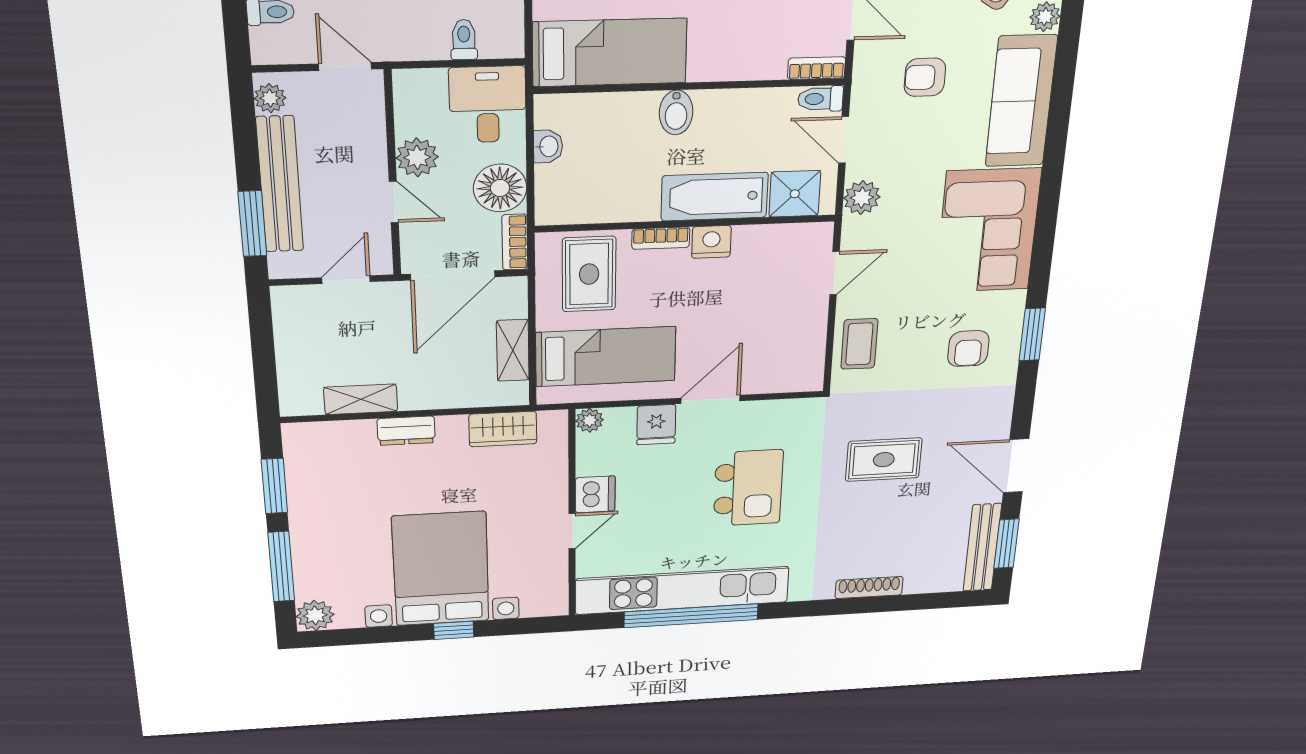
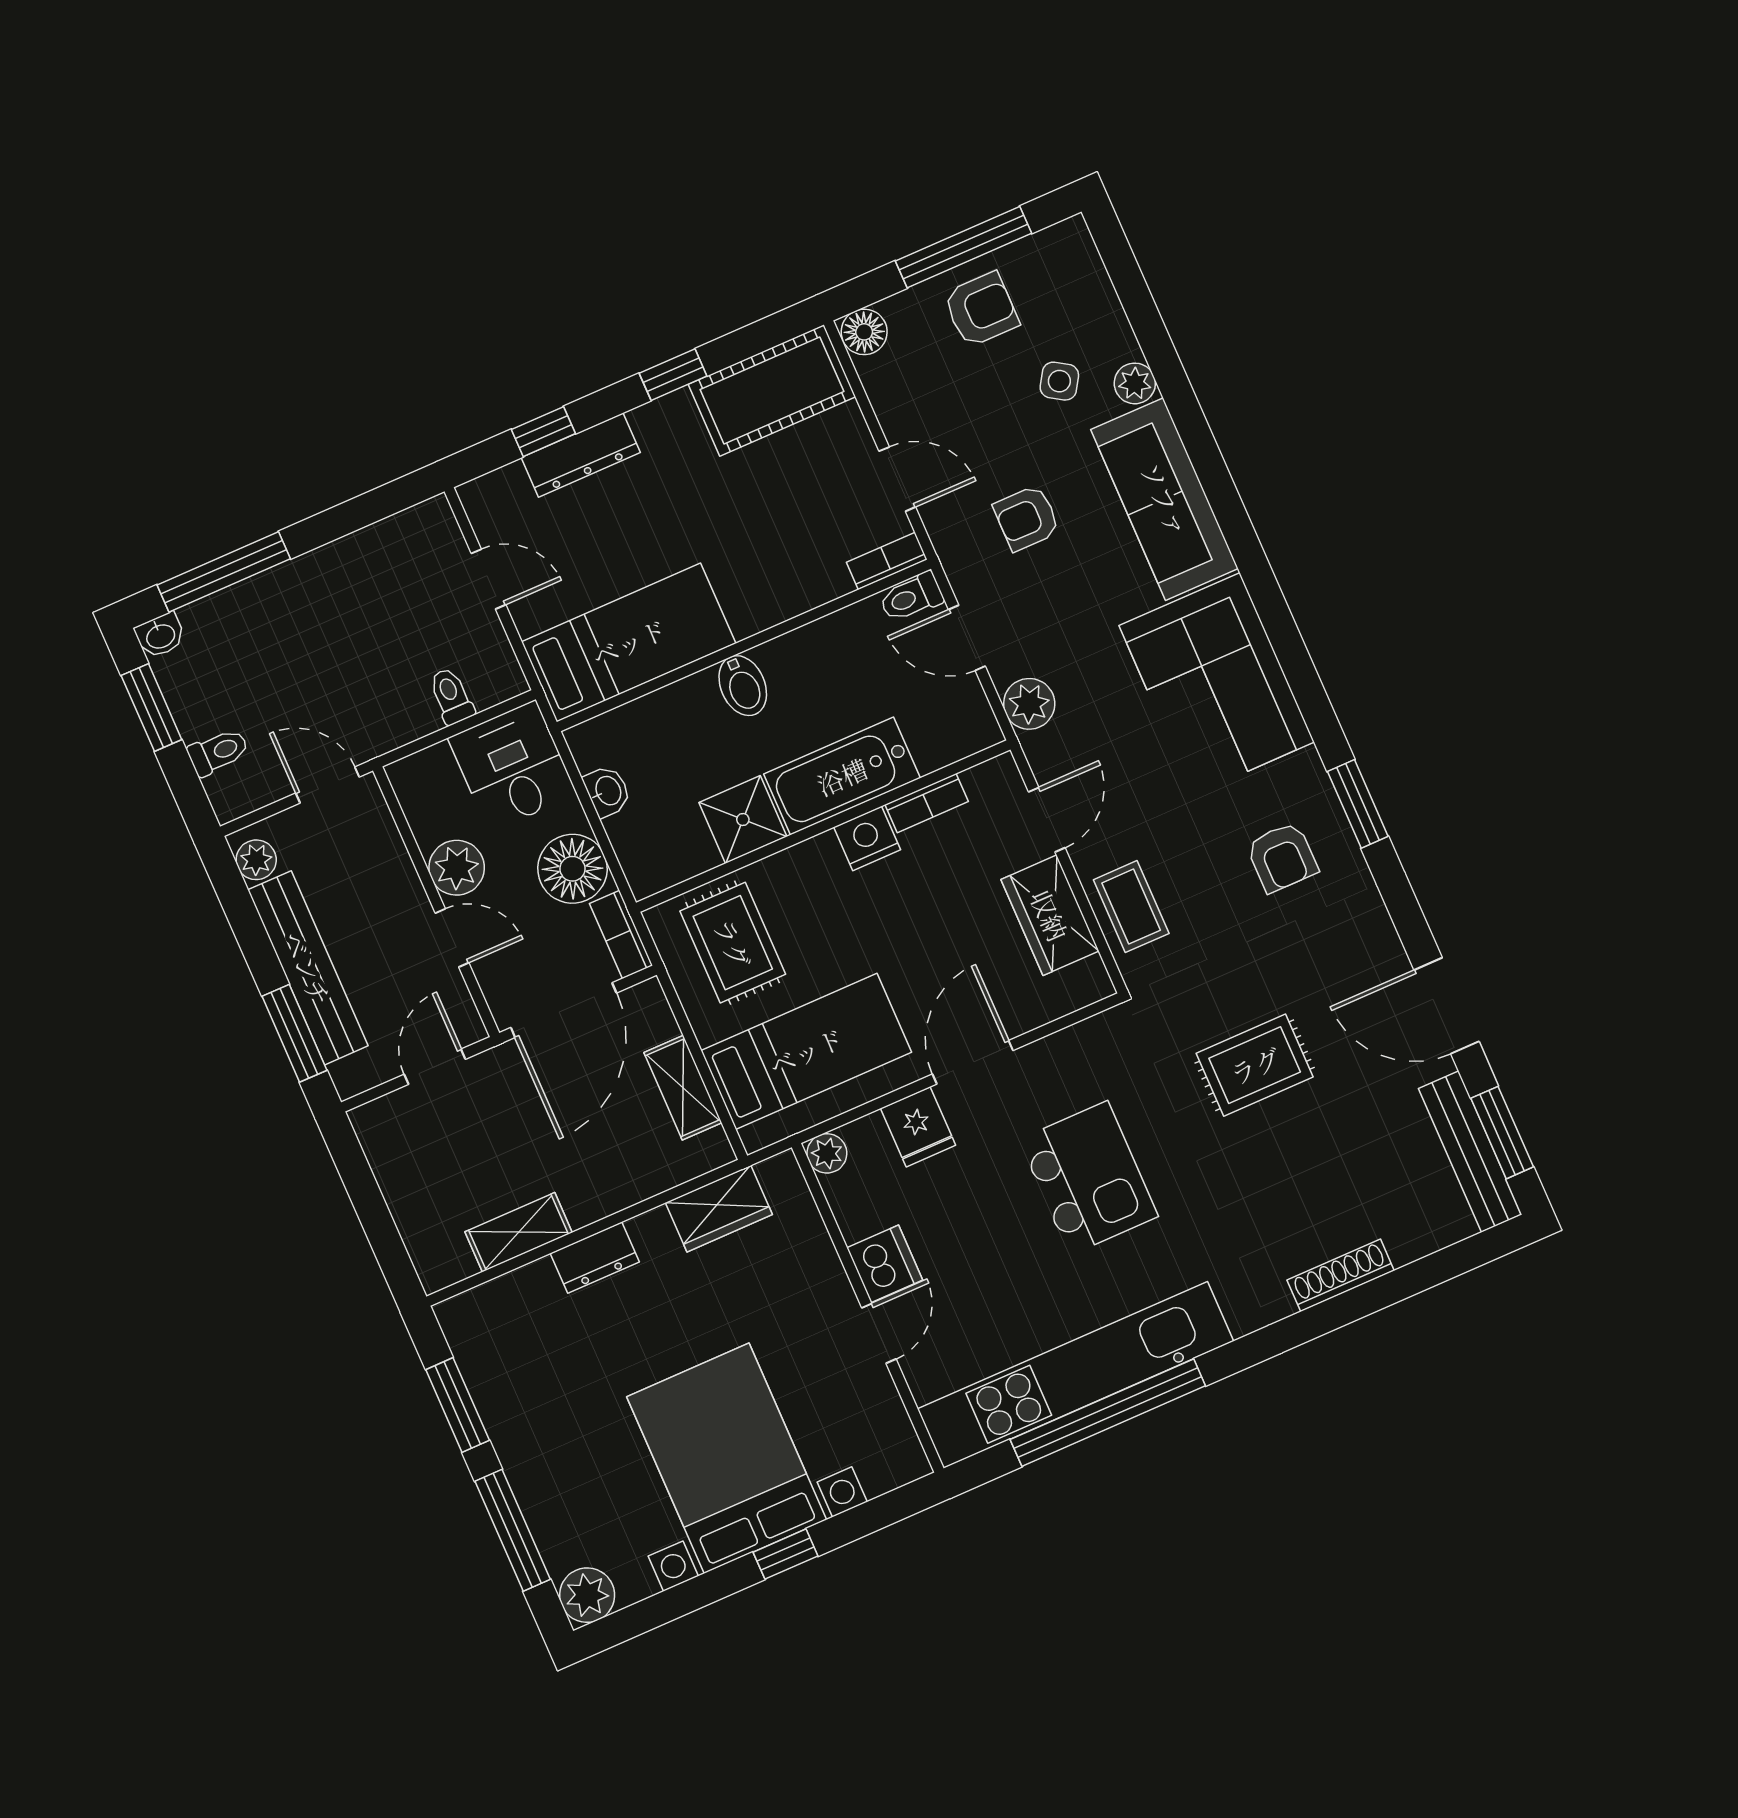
shower: (795, 194) -> (743, 820), moved
bookcase: (661, 238) -> (927, 803), moved
wardrobe: (806, 331) -> (1050, 915), added

